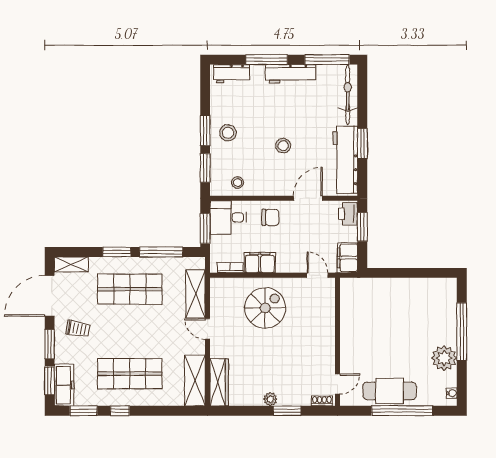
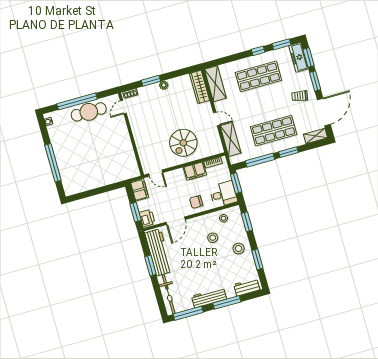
window: (205, 130) -> (257, 259), moved
stool: (283, 146) -> (213, 238), moved
plant: (444, 358) -> (60, 143), removed

